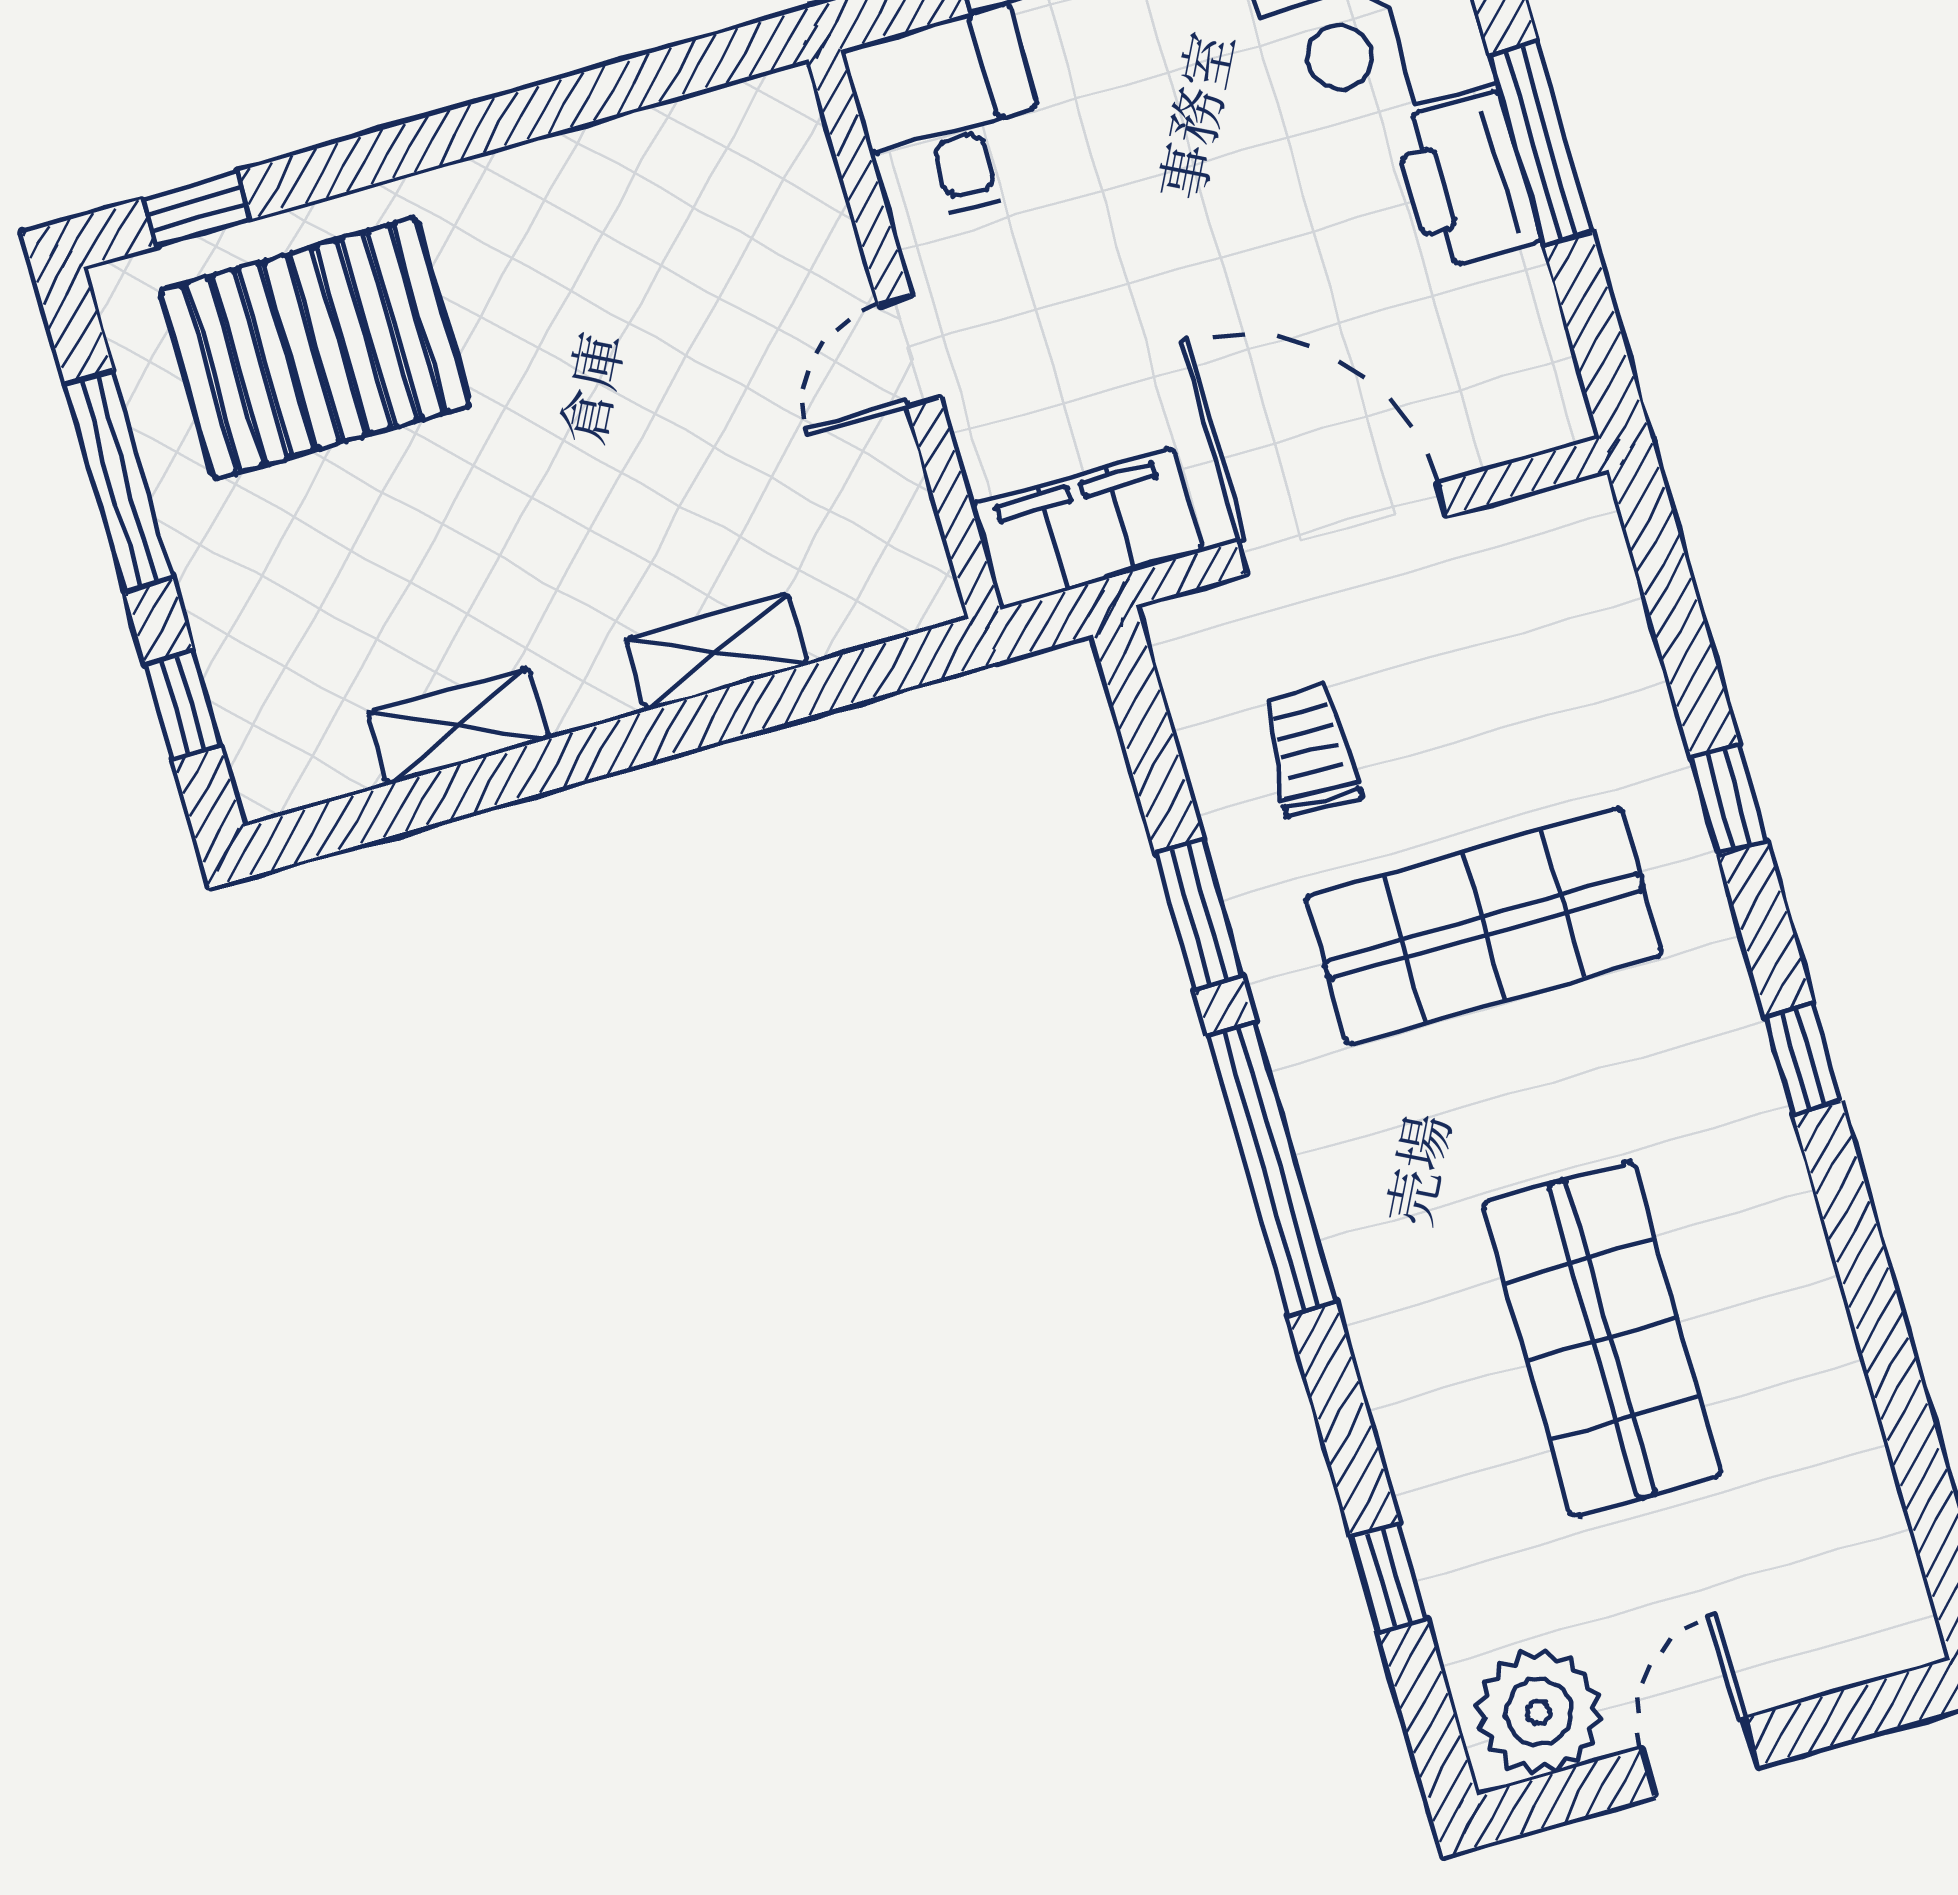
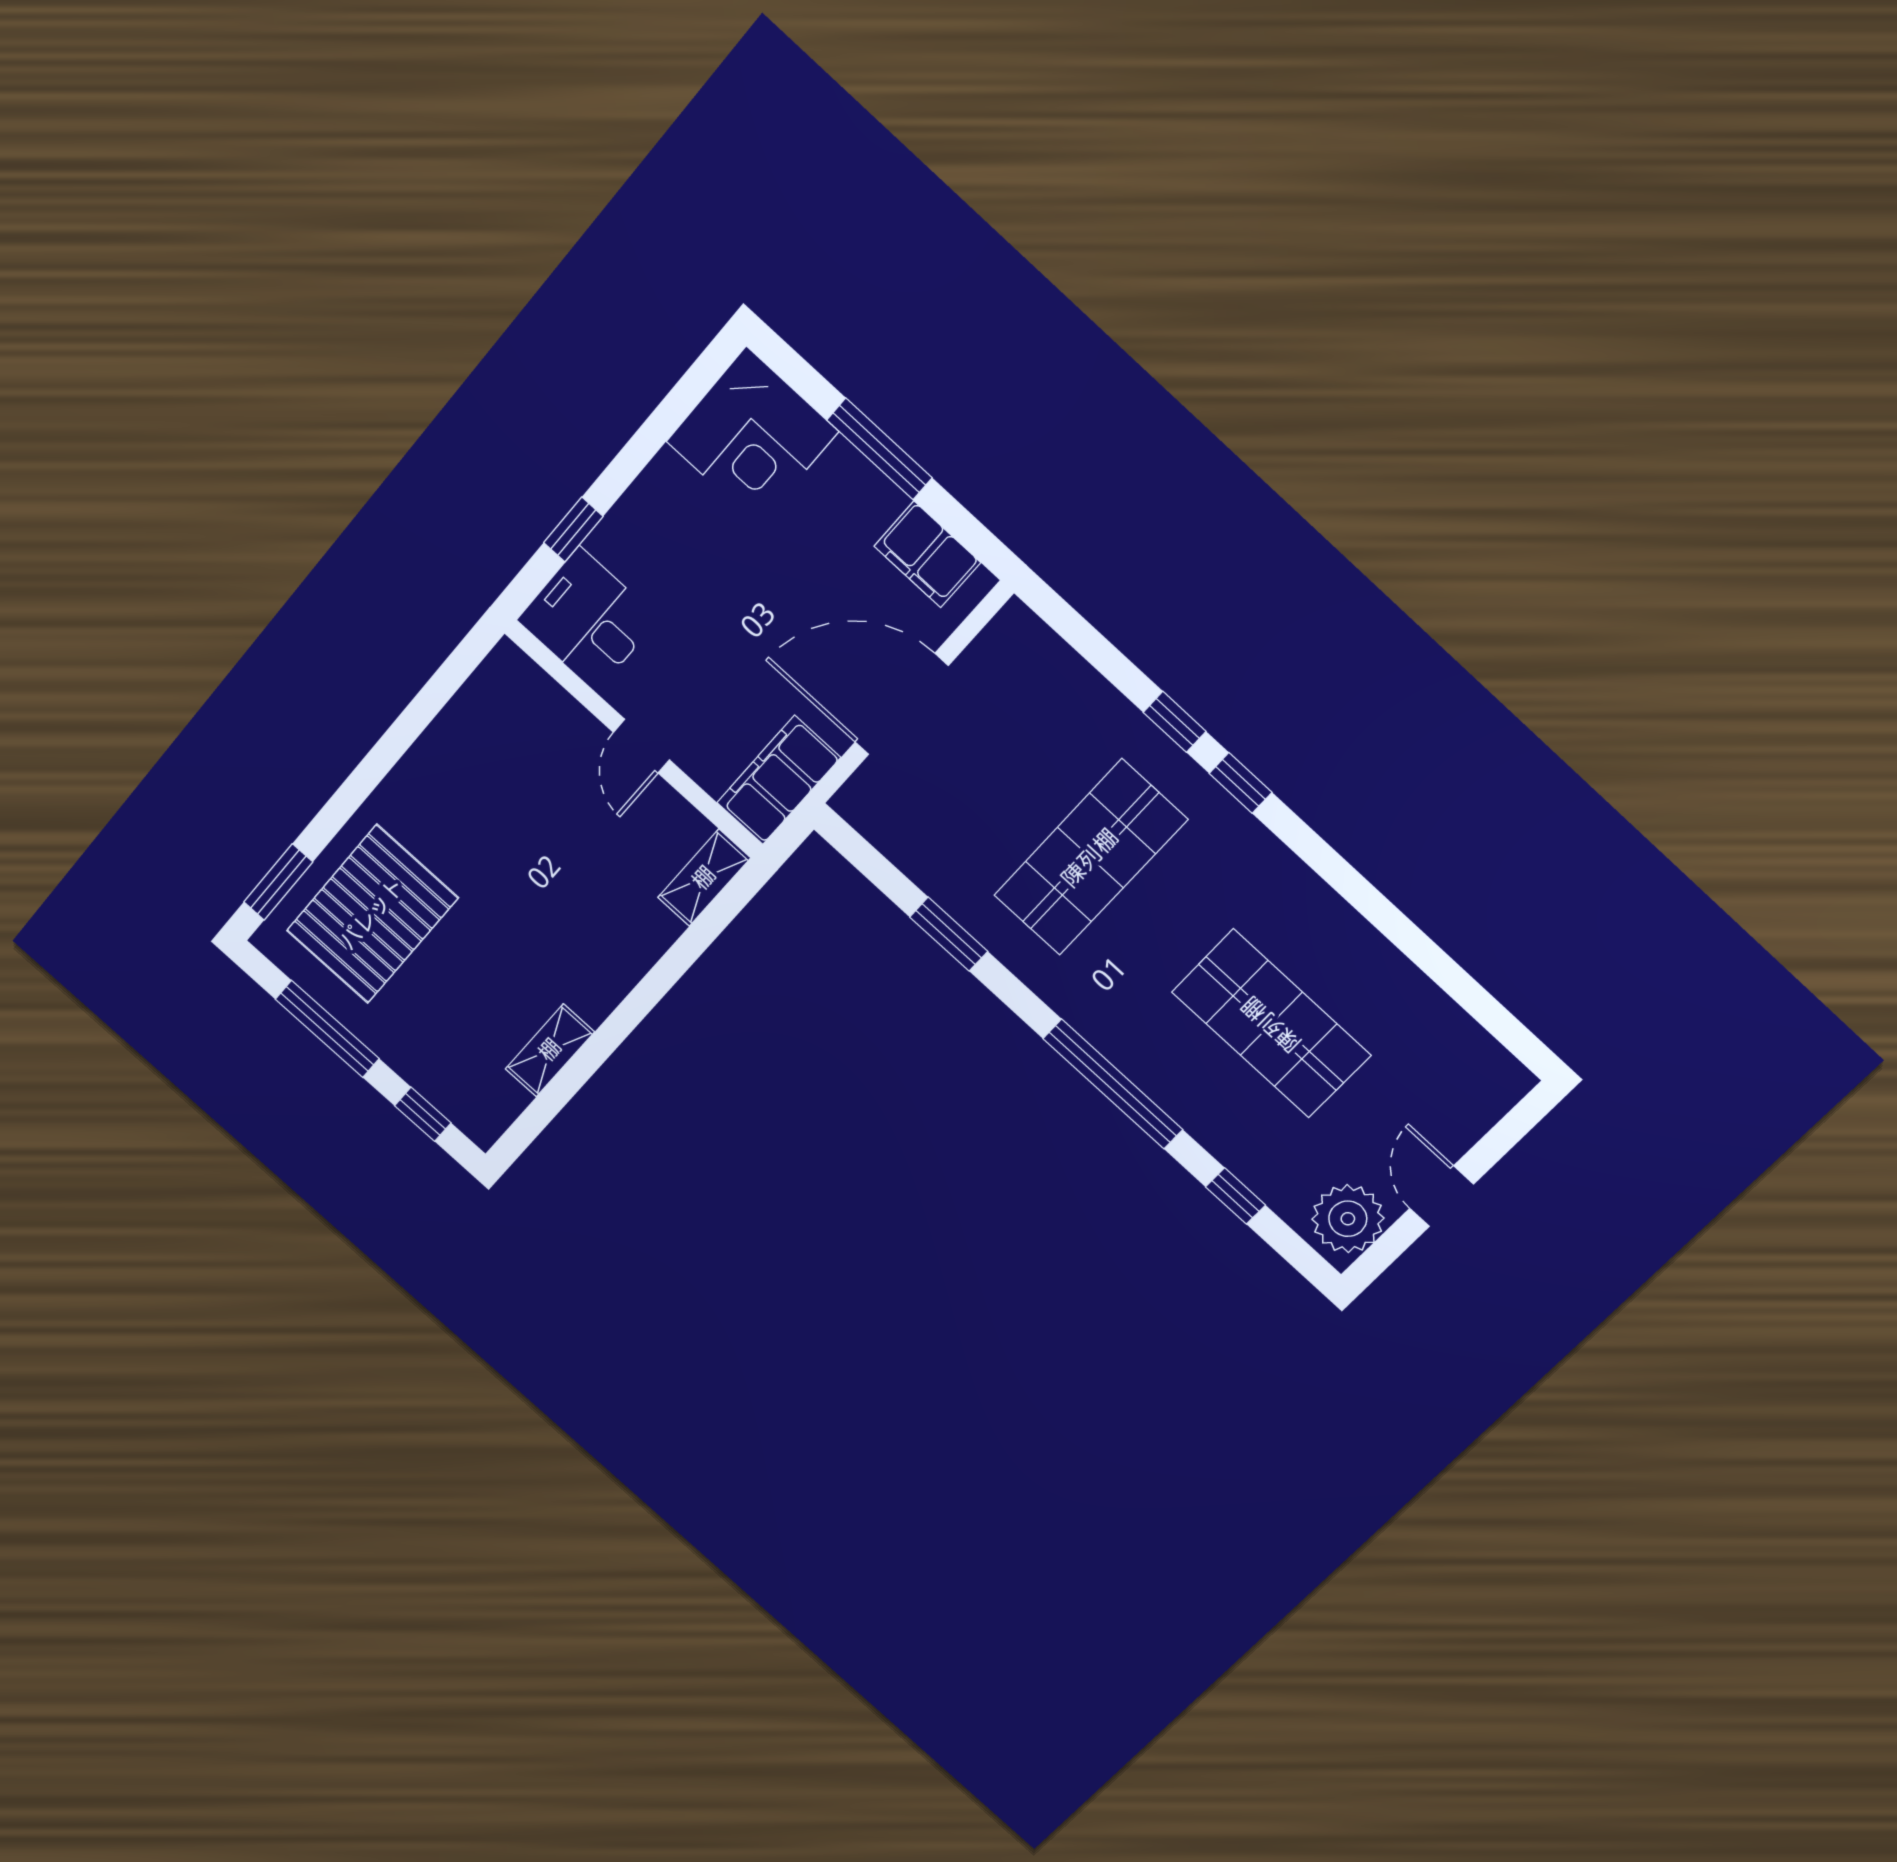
printer: (1467, 181) -> (855, 492), removed
window: (197, 209) -> (278, 882), width x1.50
filing cabinet: (1517, 336) -> (927, 554), added
shelving: (717, 652) -> (704, 878), moved
trolley: (1310, 749) -> (953, 822), removed
window: (1803, 1059) -> (1241, 783), moved
window: (1272, 1168) -> (1113, 1084), moved

